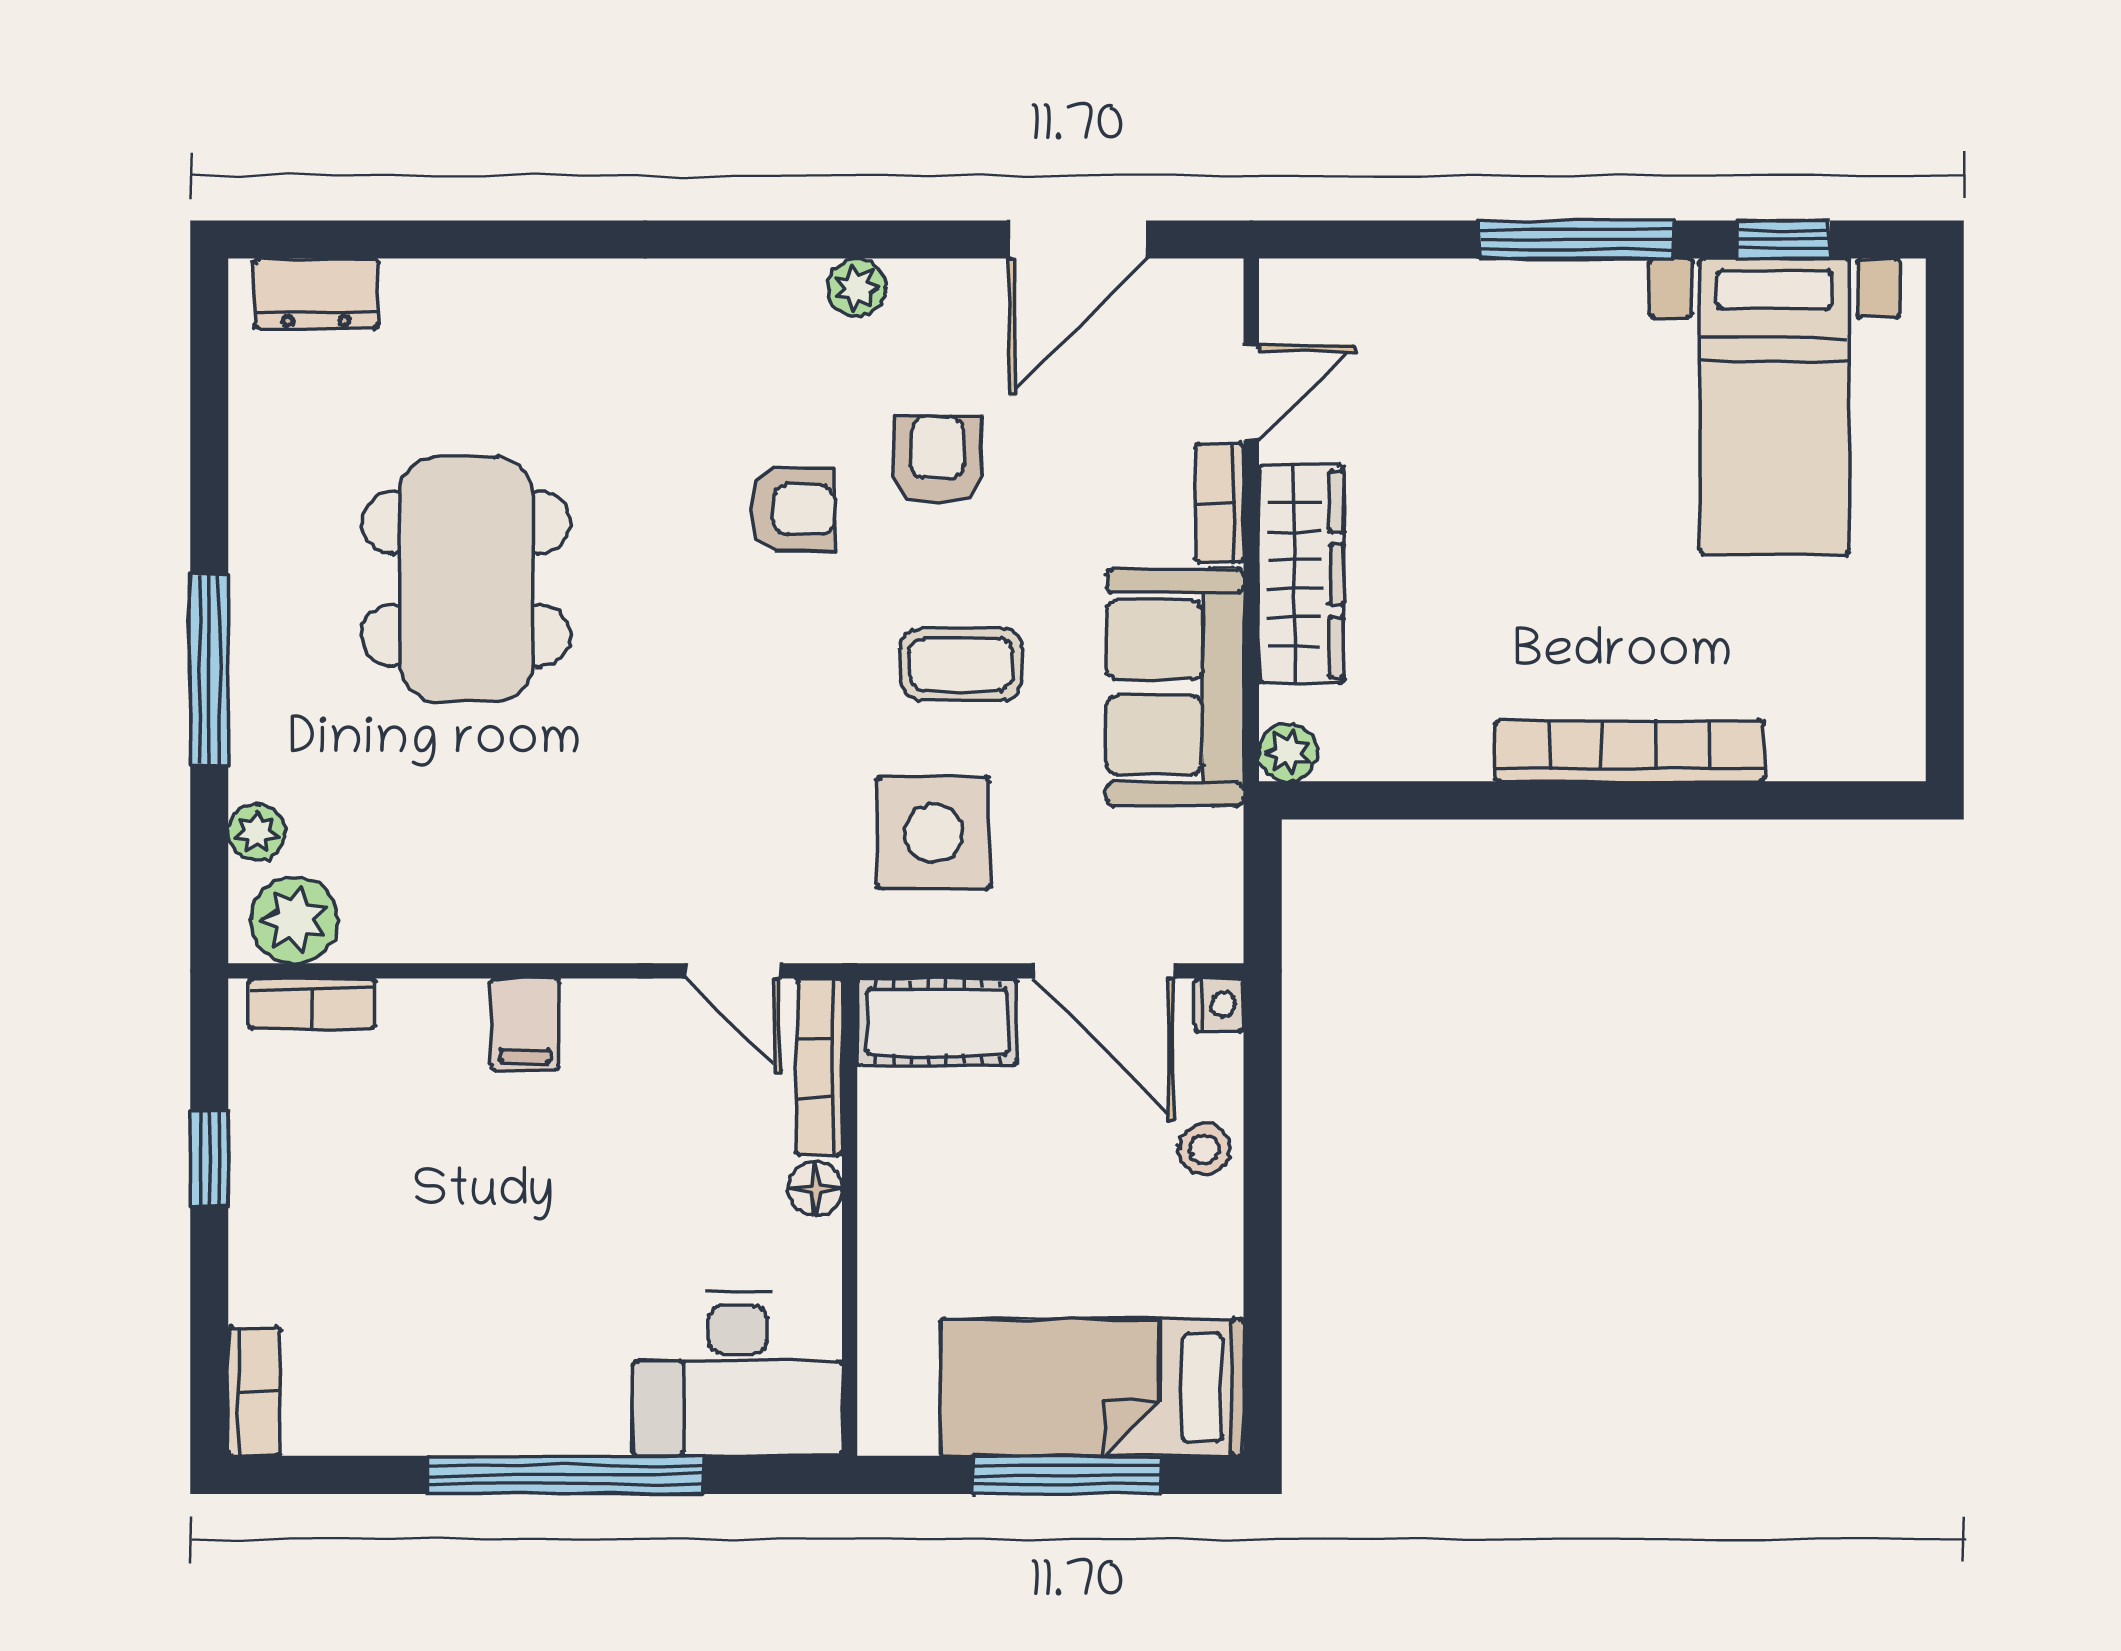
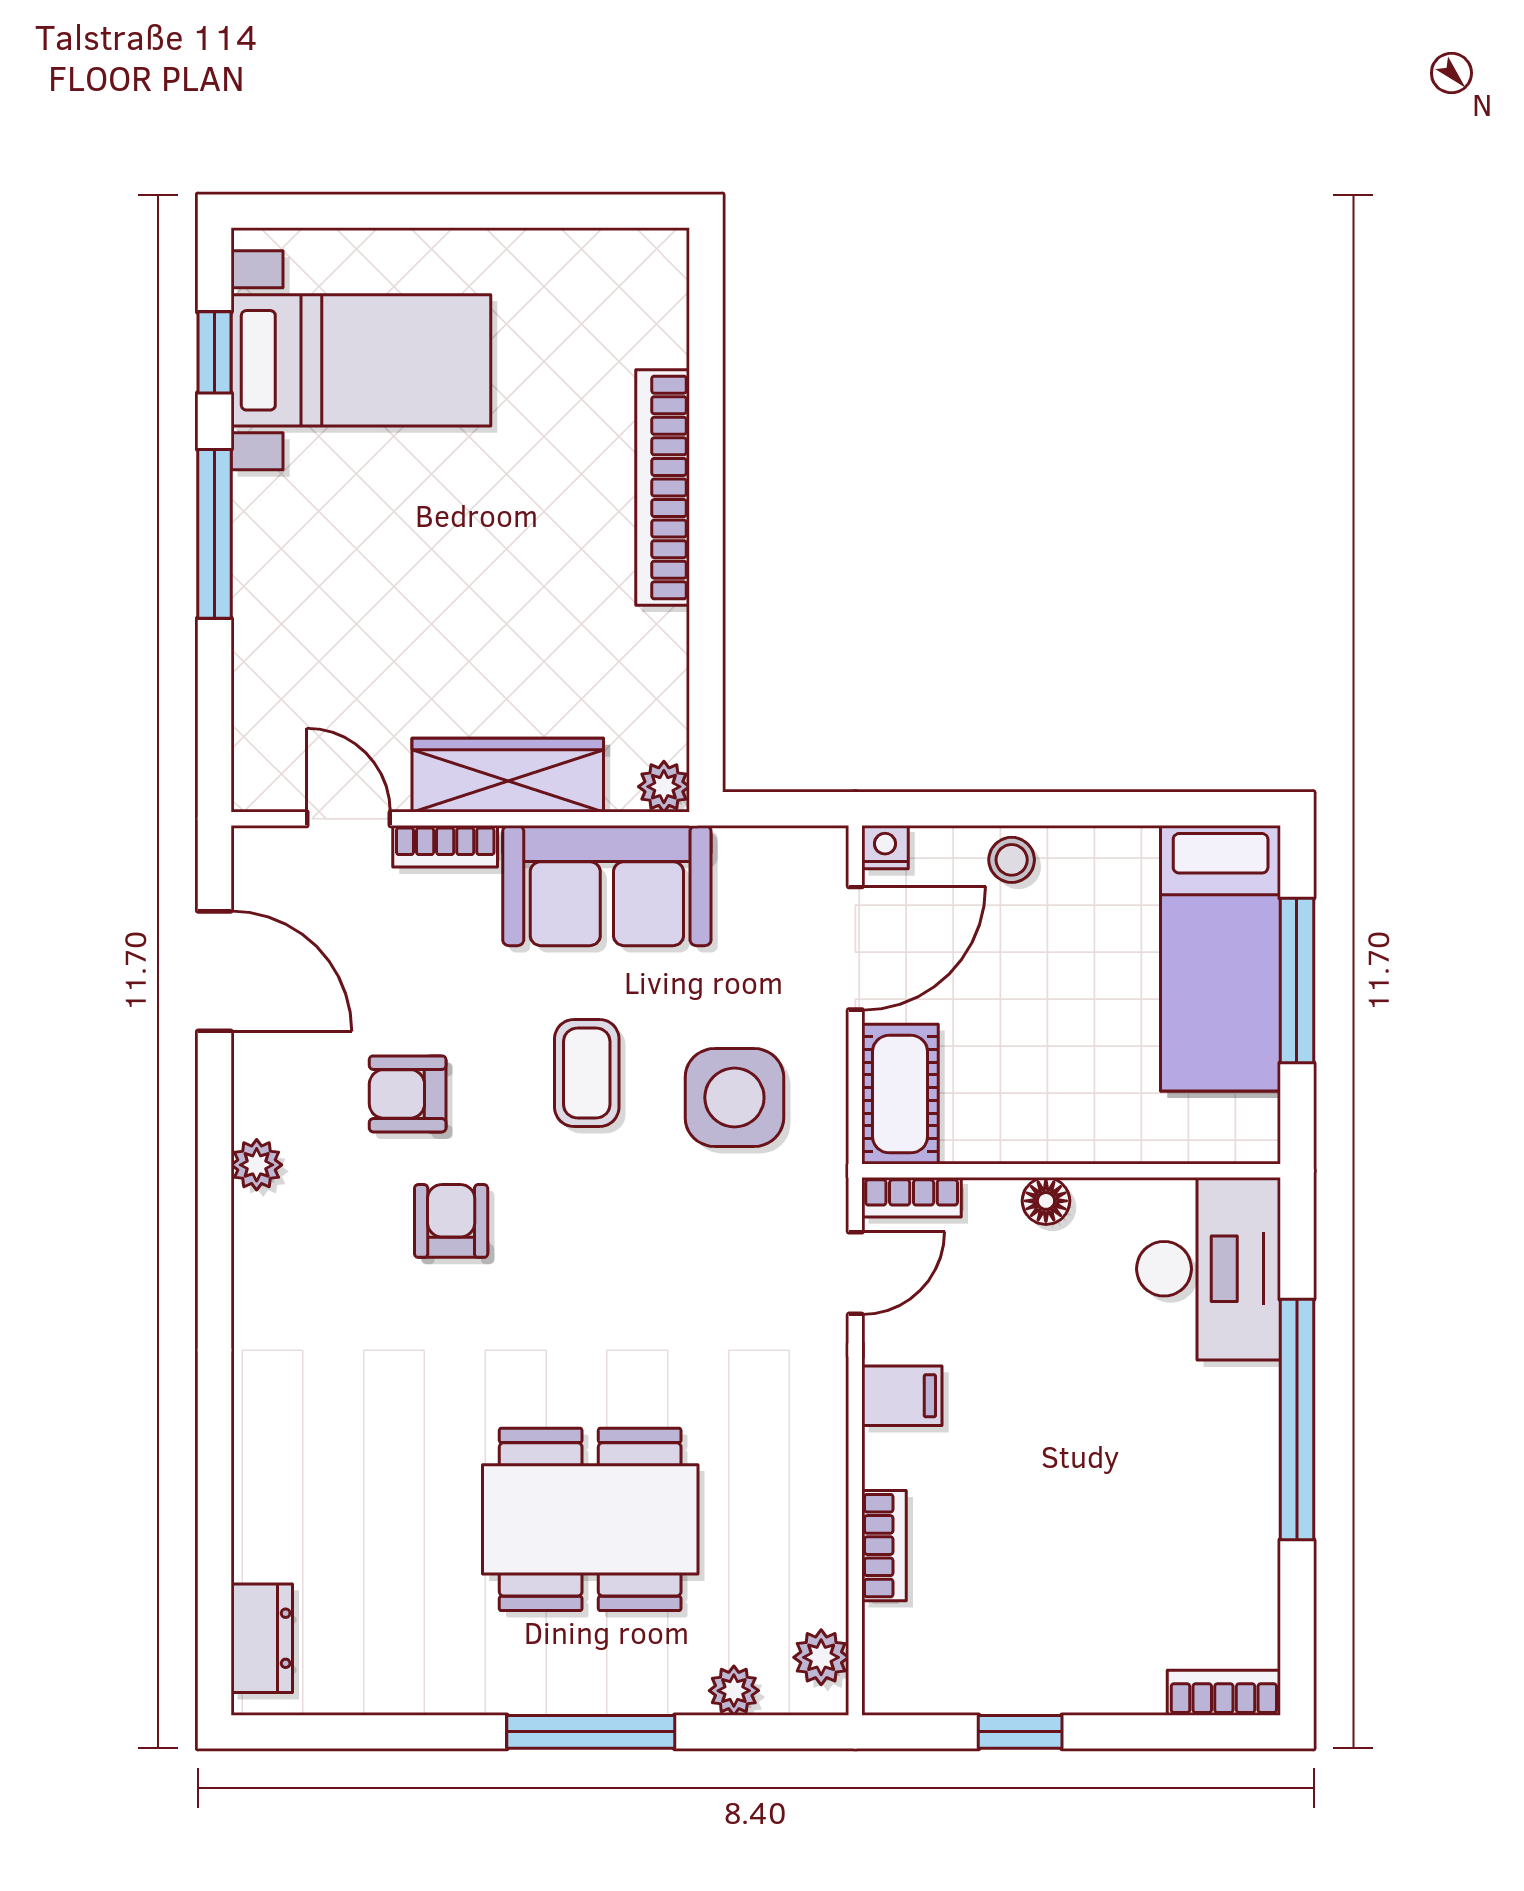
dining table: (466, 579) -> (590, 1519), moved
plant: (294, 920) -> (821, 1657), width x0.73, depth x0.73
bookcase: (312, 1004) -> (884, 1546), moved
filing cabinet: (525, 1024) -> (902, 1396), moved
bookcase: (819, 1067) -> (912, 1197), width x0.64

